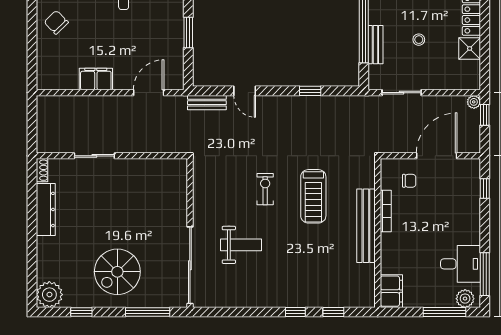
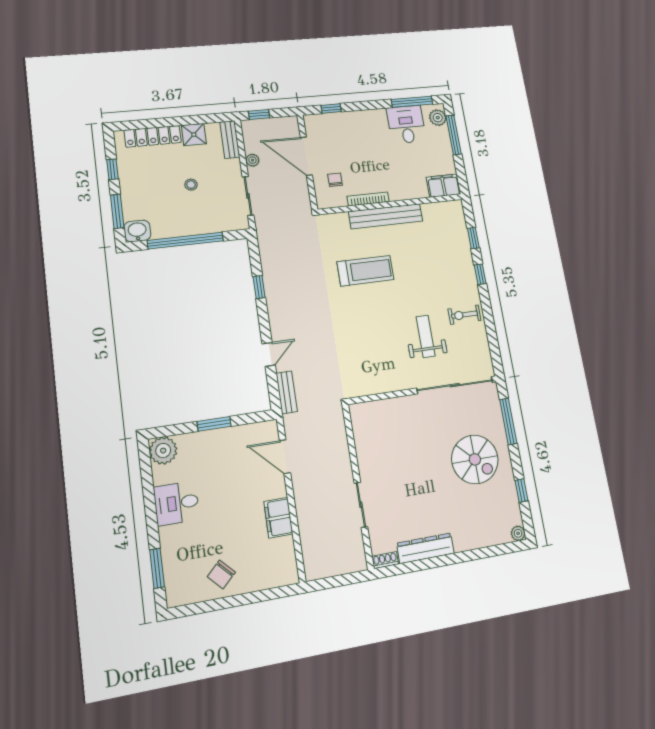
bench: (375, 45) -> (230, 140), moved, turned 90
plant: (474, 102) -> (252, 160), moved
exercise bike: (265, 189) -> (465, 315), moved
plant: (49, 295) -> (518, 533), width x0.53, depth x0.53

